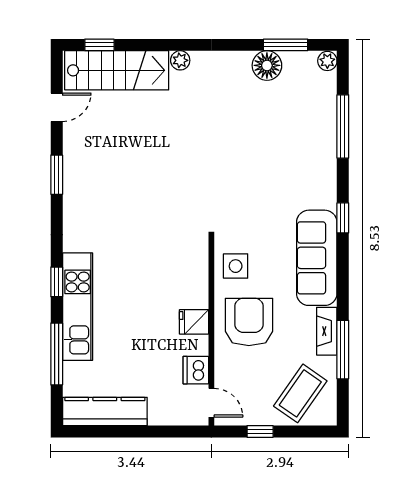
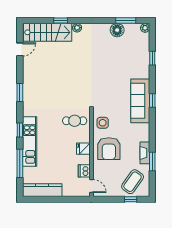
window: (99, 45) -> (61, 21), moved
window: (343, 126) -> (152, 58), width x0.46
window: (57, 175) -> (20, 93), moved
sofa: (317, 258) -> (140, 101), moved
cafe table: (175, 262) -> (75, 121), added
armchair: (249, 322) -> (109, 149), turned 180
window: (343, 350) -> (152, 161), width x0.69
window: (260, 431) -> (131, 199), moved

